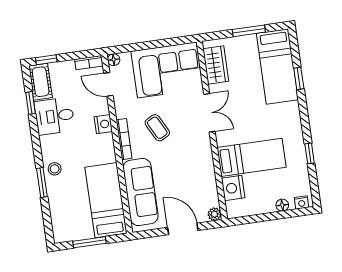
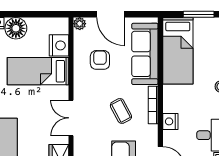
armchair: (187, 179) -> (100, 60), added
floor lamp: (282, 205) -> (16, 28), width x1.89, depth x1.89

